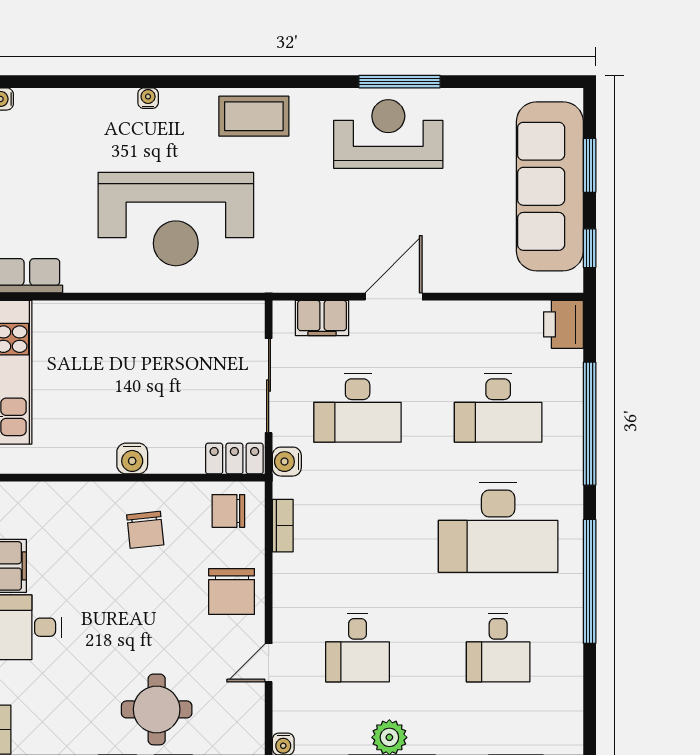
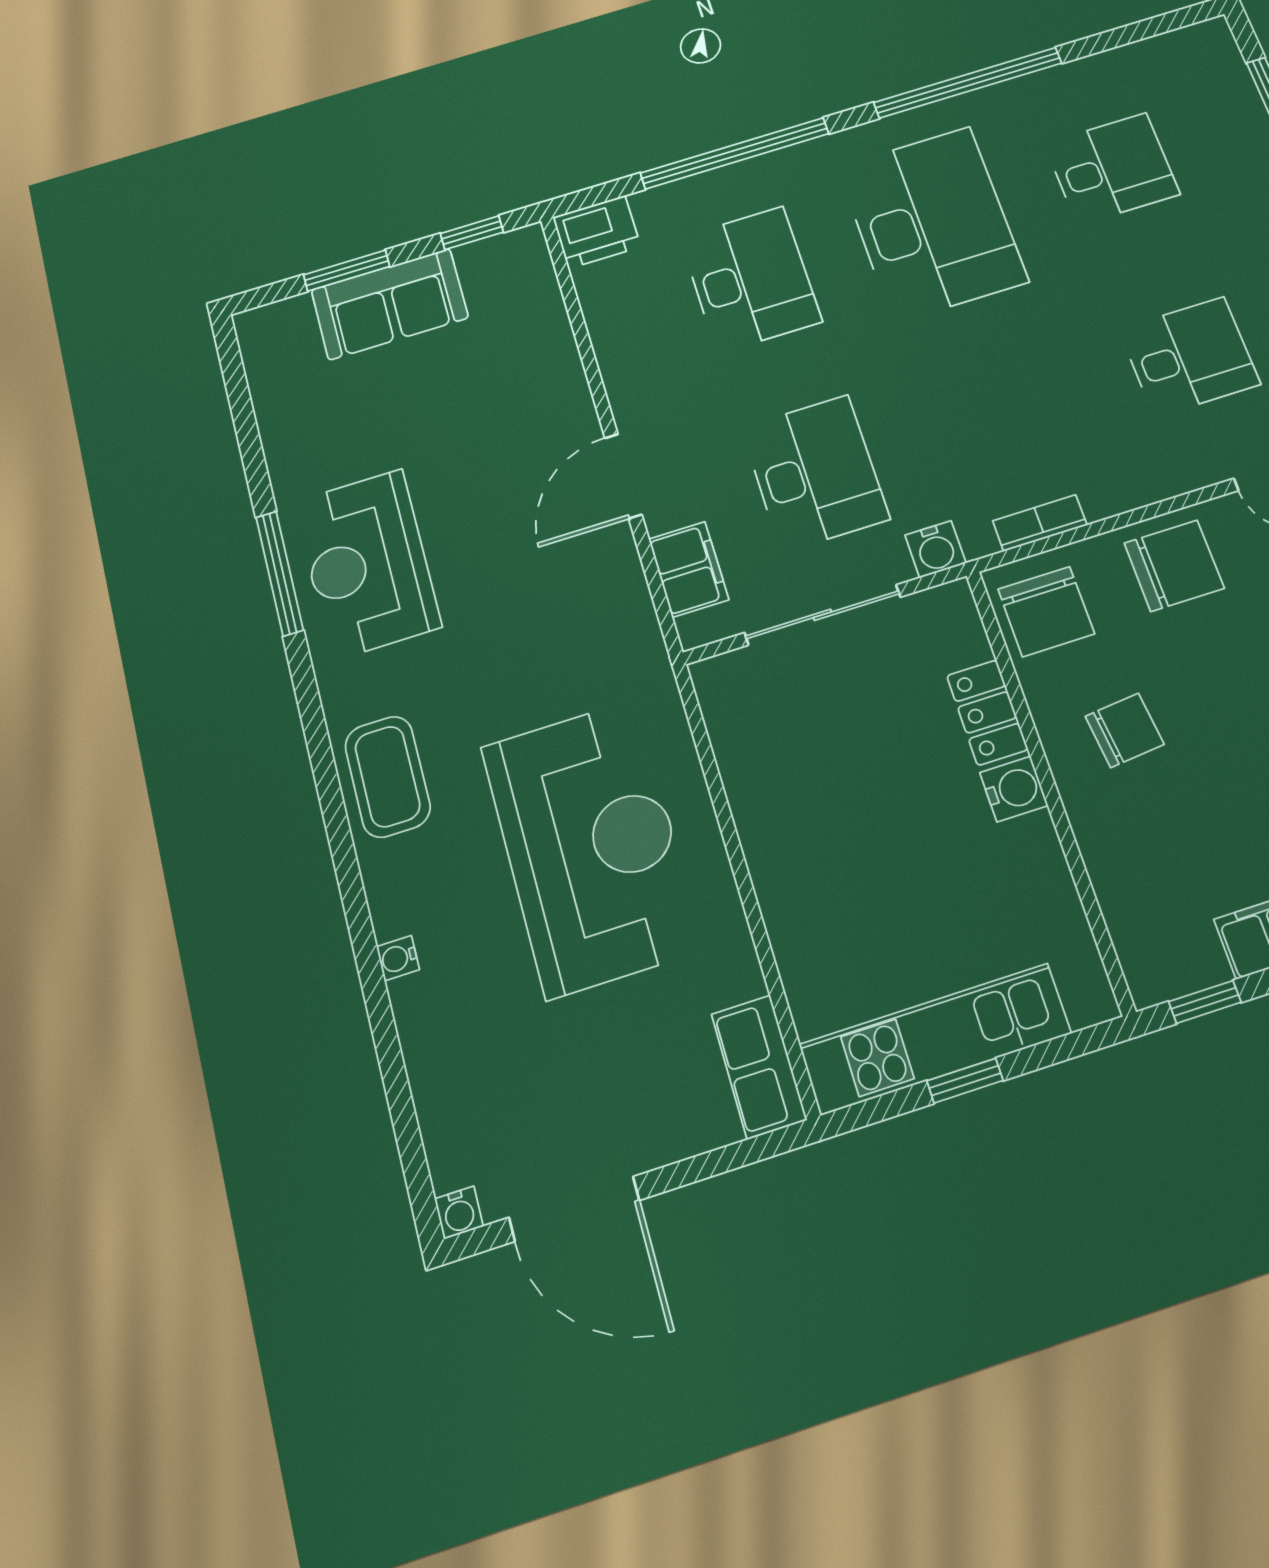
sofa: (550, 186) -> (390, 304), width x0.54, depth x0.79
door: (394, 297) -> (623, 476), hinge flipped
locker: (234, 459) -> (987, 712), moved
chair: (228, 511) -> (1046, 611), width x1.37, depth x1.37

